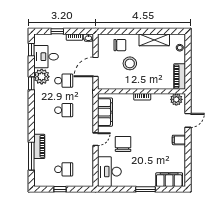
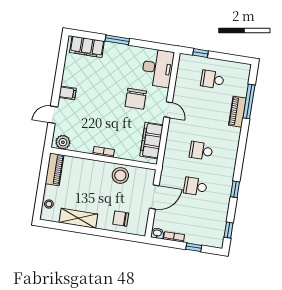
desk: (46, 57) -> (212, 219), removed
stool: (130, 63) -> (120, 175), moved
plant: (42, 77) -> (221, 196), removed
door: (96, 139) -> (168, 110), swing flipped
window: (60, 189) -> (201, 53), moved

